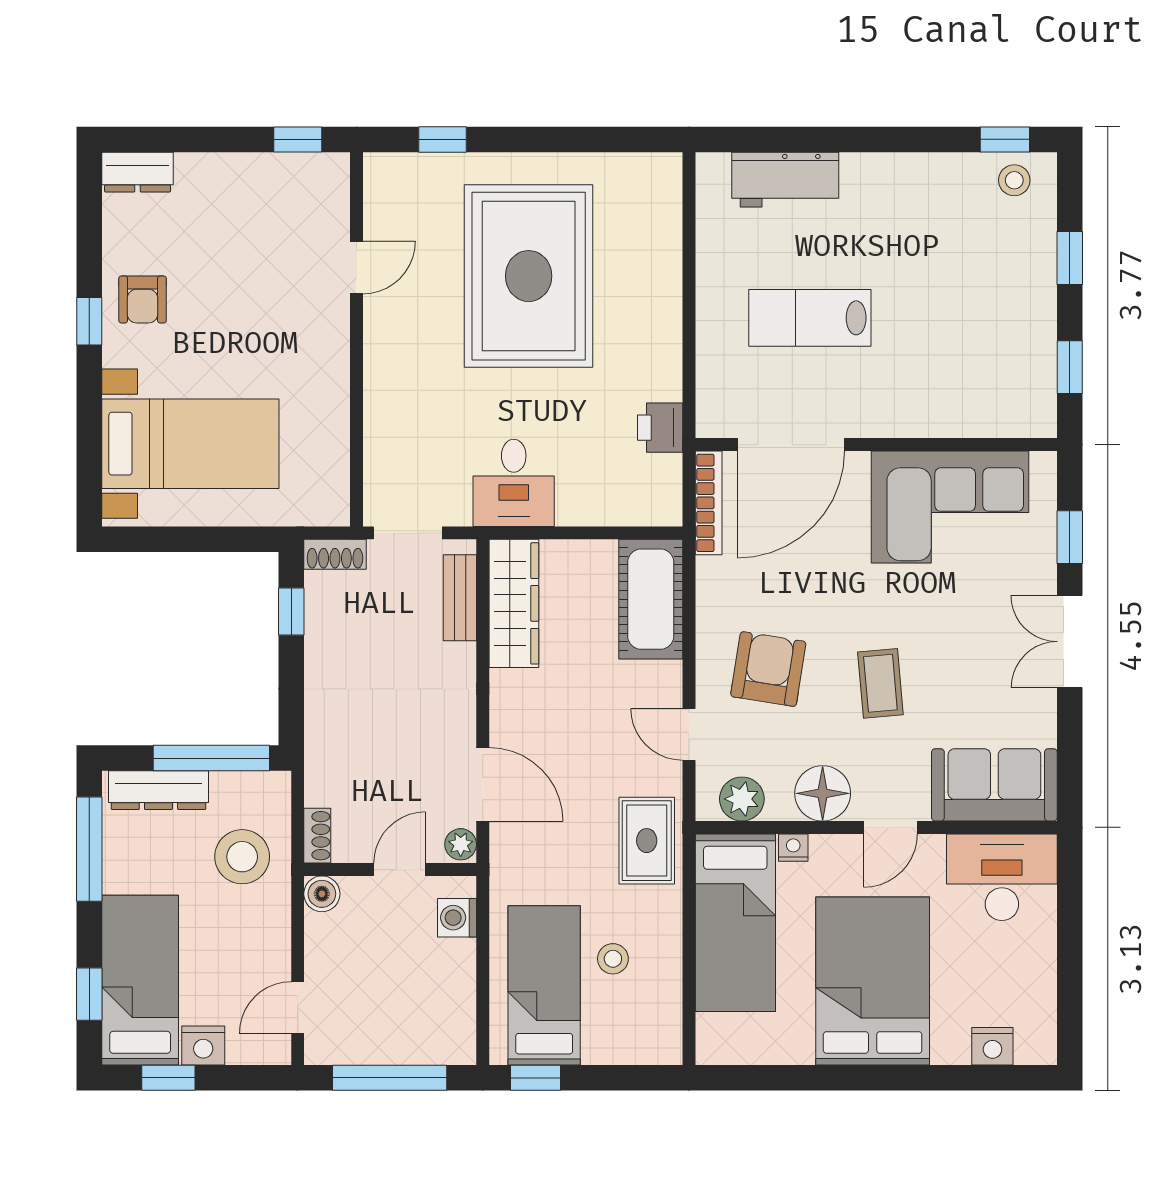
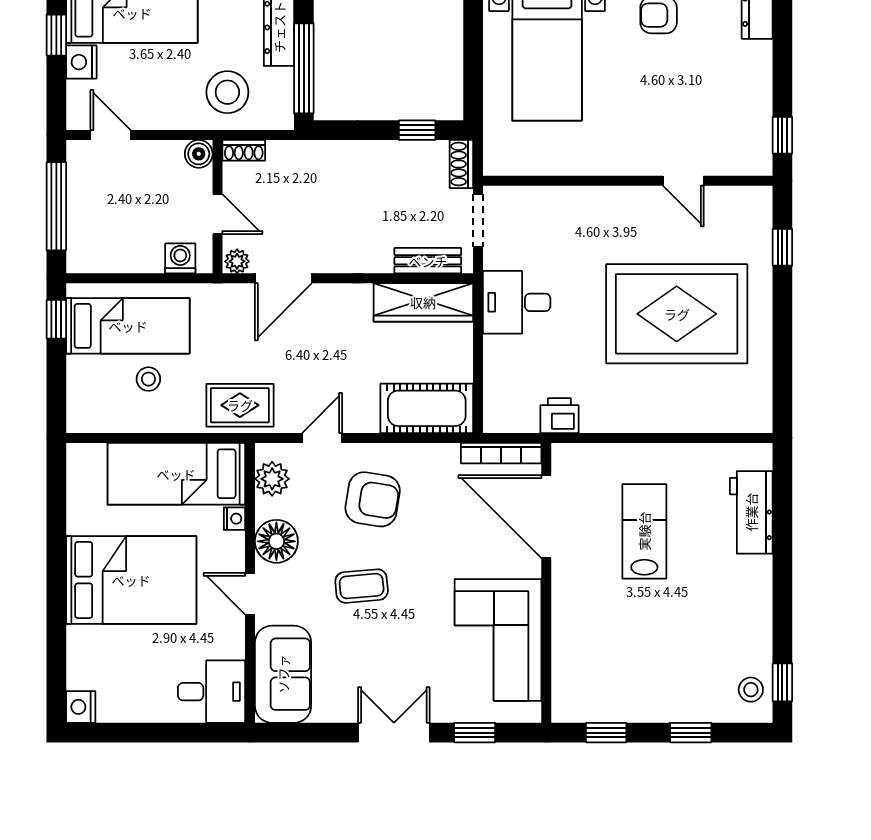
desk: (1002, 877) -> (212, 692), width x0.73
nightstand: (992, 1046) -> (81, 707), moved

